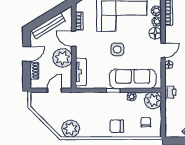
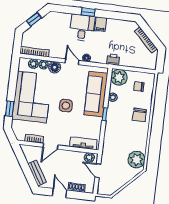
bench: (48, 26) -> (37, 173), width x0.73
plant: (63, 58) -> (89, 157), moved, width x0.53, depth x0.53

